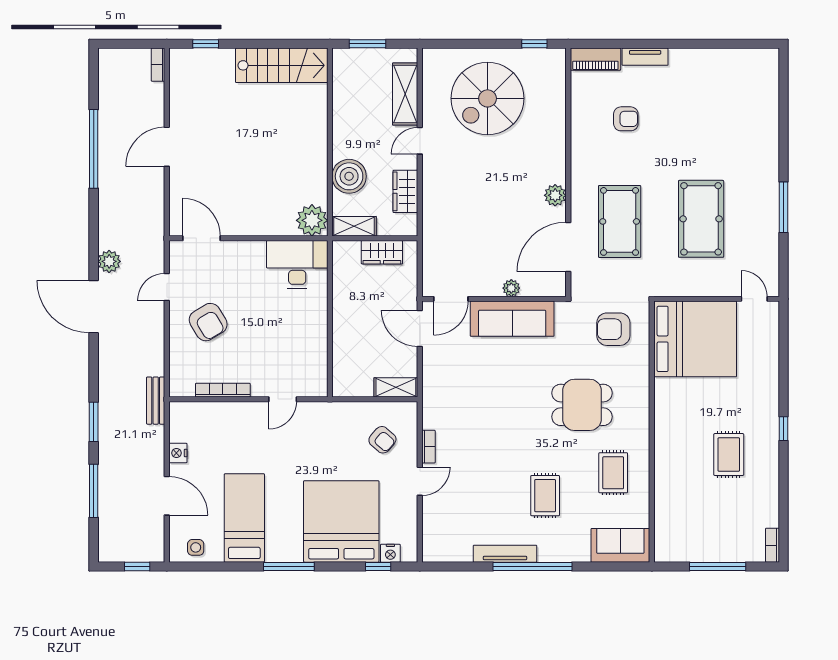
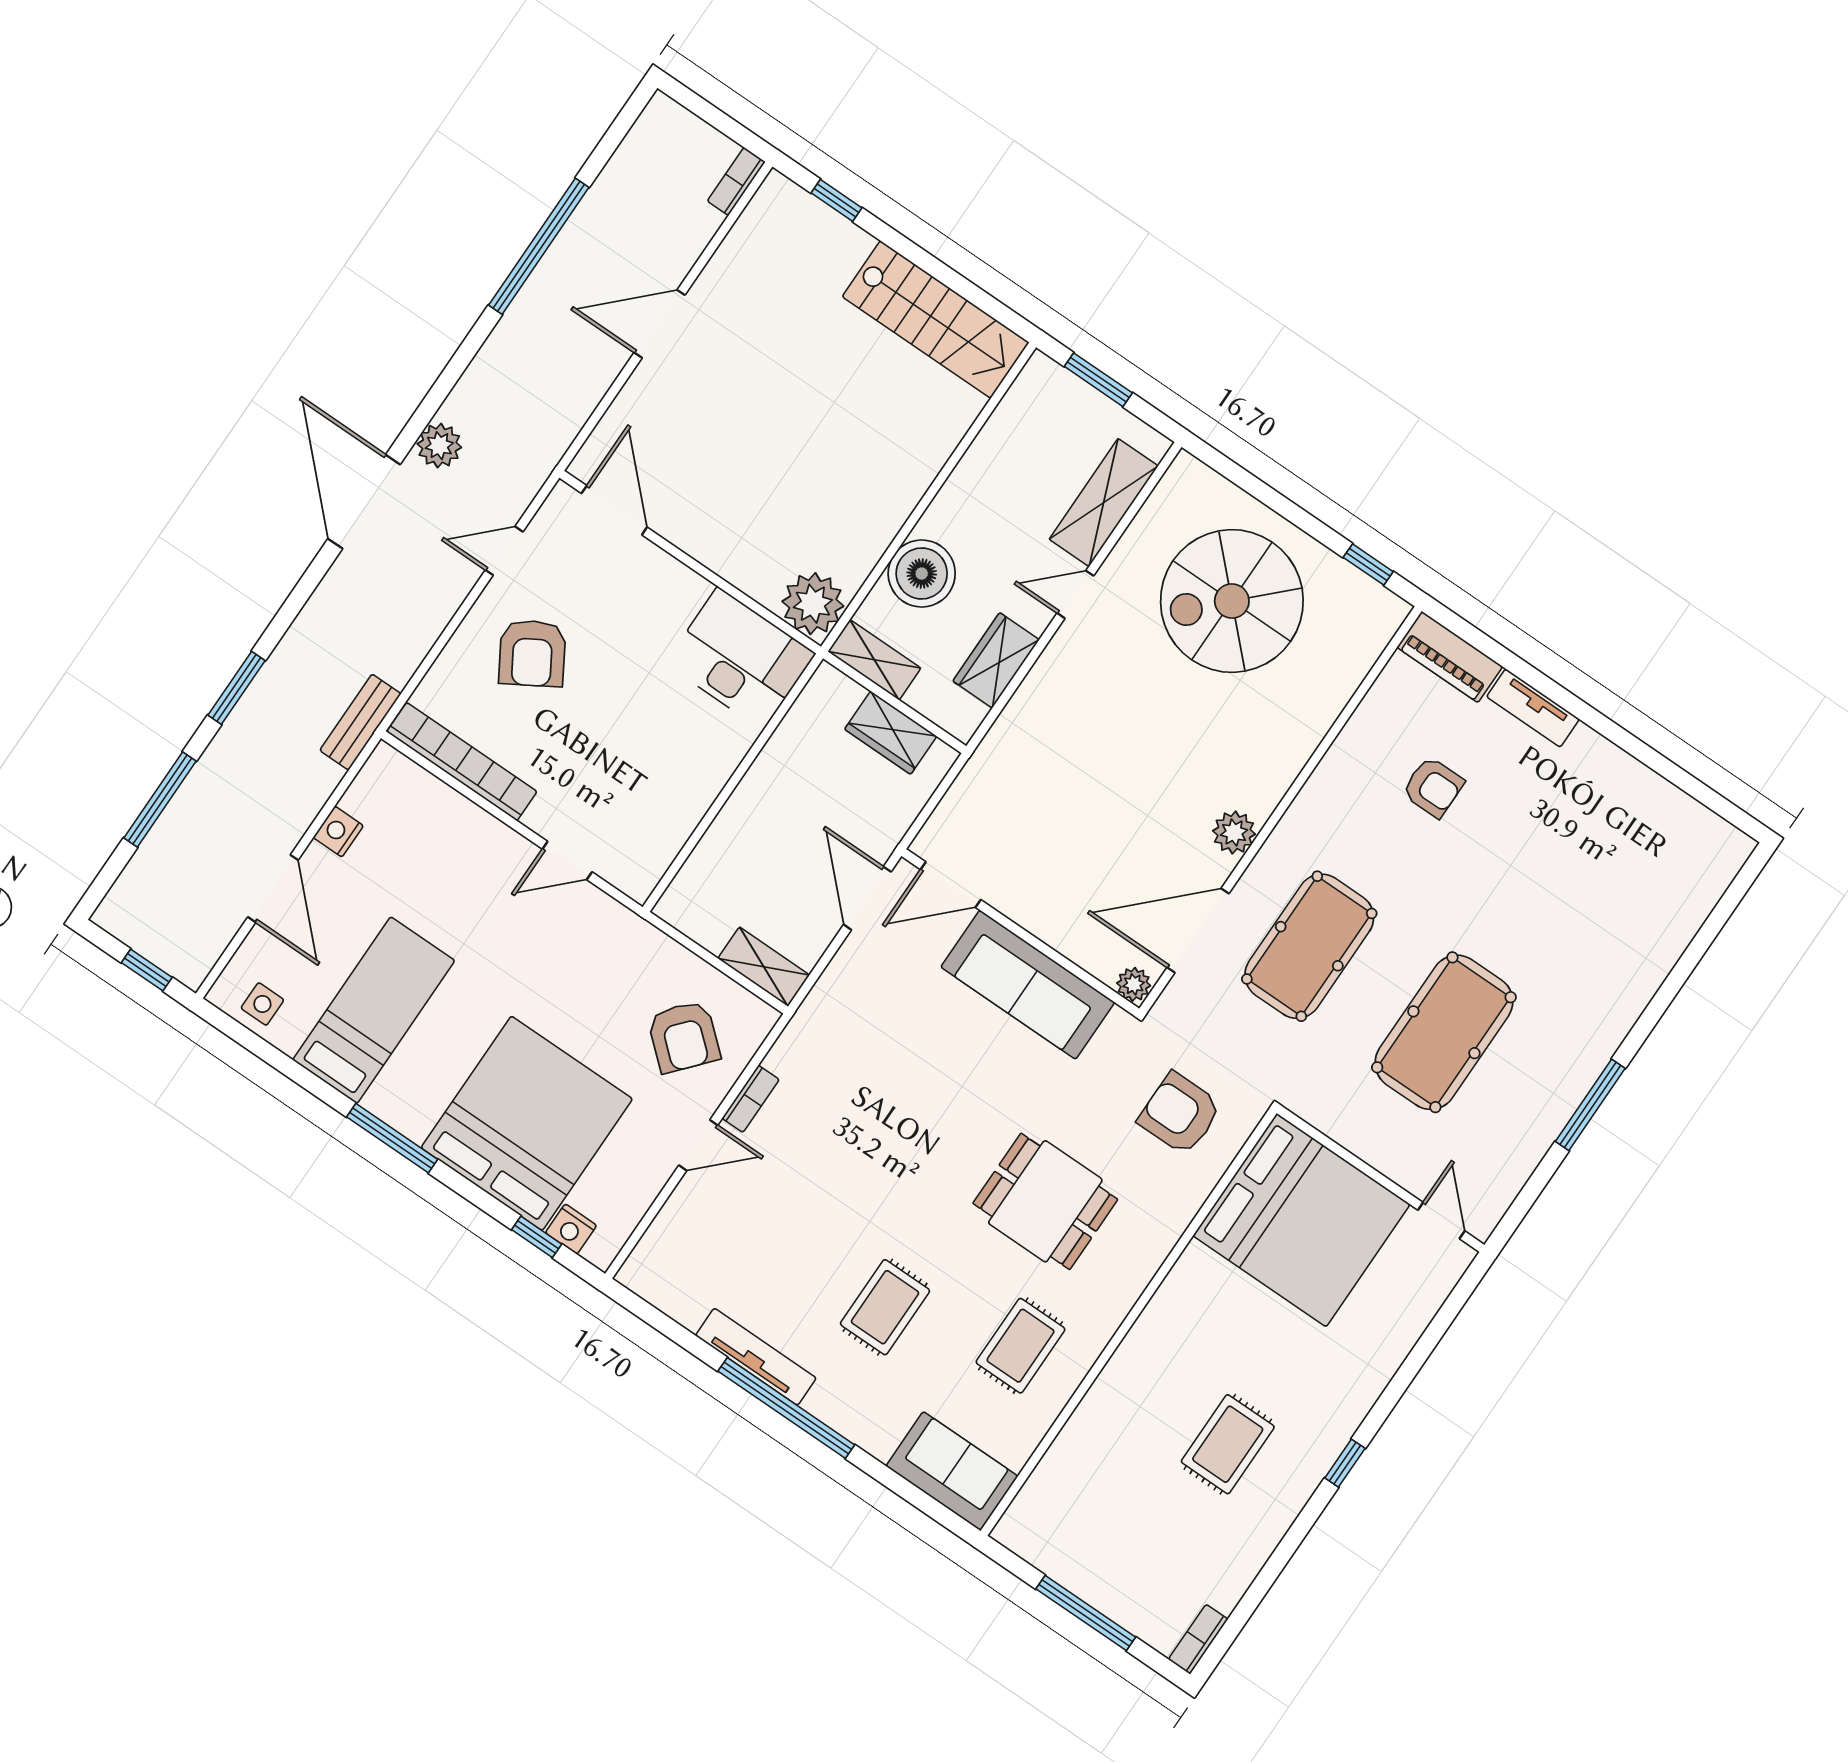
plant: (511, 288) -> (1134, 984), moved
bookcase: (223, 390) -> (462, 762), width x1.48, depth x1.31
armchair: (382, 440) -> (684, 1037), width x1.38, depth x1.38

